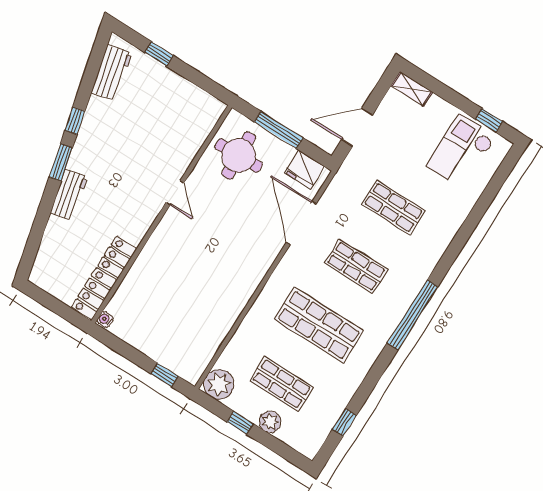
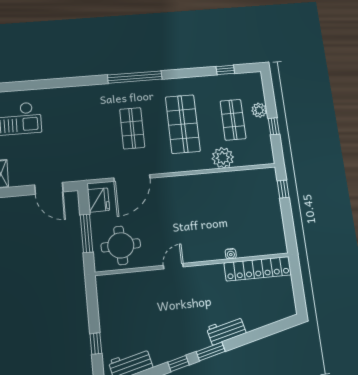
shop shelf: (393, 207) -> (81, 132), removed
water cooler: (105, 319) -> (231, 254), moved
plant: (219, 384) -> (223, 158), moved

